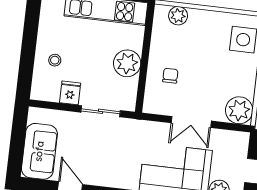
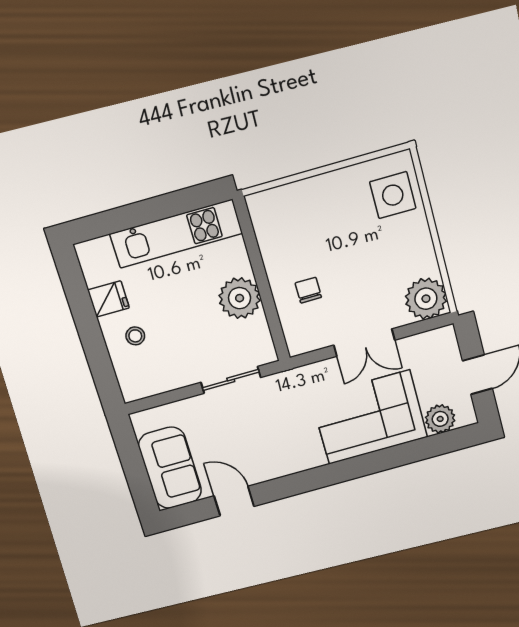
plant: (178, 16) -> (284, 199), removed
fridge: (70, 93) -> (108, 299), moved, turned 90

